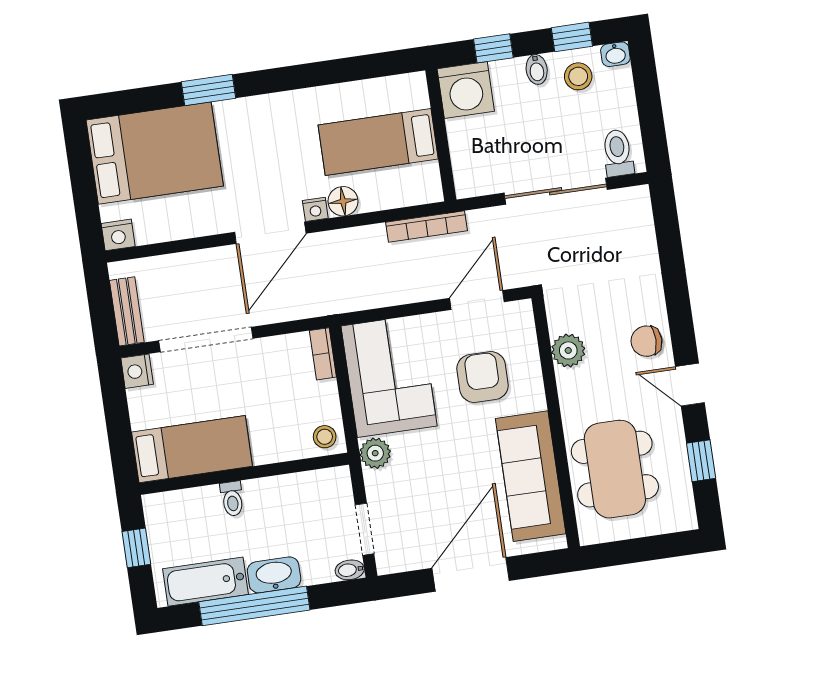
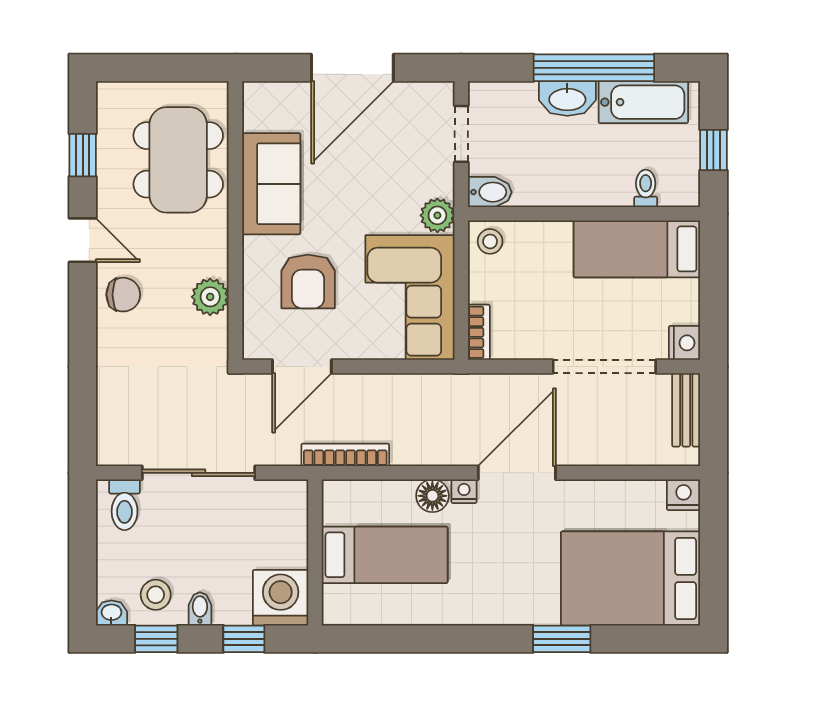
sofa: (531, 476) -> (271, 184), width x0.73
toilet: (232, 499) -> (646, 188), moved
bidet: (350, 570) -> (490, 192), moved, width x1.38, depth x1.36

